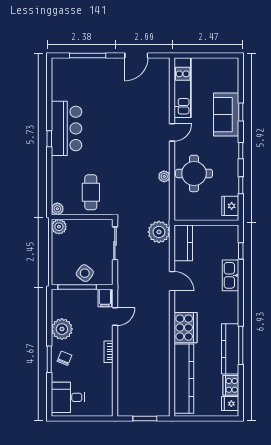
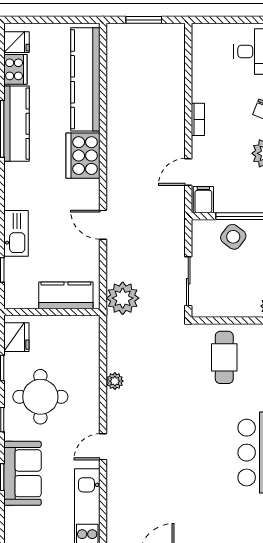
round table: (194, 173) -> (40, 397), moved
kitchen counter: (183, 243) -> (66, 295), moved, turned 90

